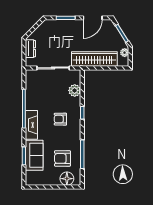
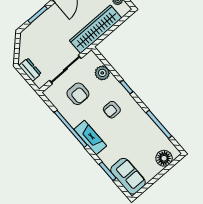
sofa: (34, 155) -> (128, 176), moved
armchair: (62, 158) -> (78, 94), moved, turned -90

